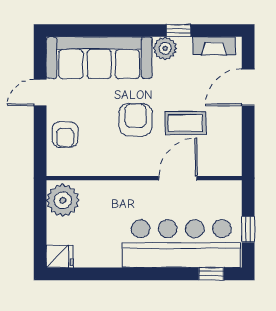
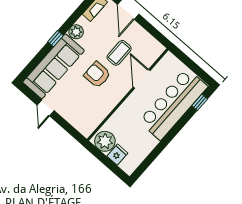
window: (179, 31) -> (55, 39), moved
armchair: (65, 134) -> (75, 113), removed
window: (248, 229) -> (194, 67), removed
fridge: (60, 256) -> (117, 155), moved

